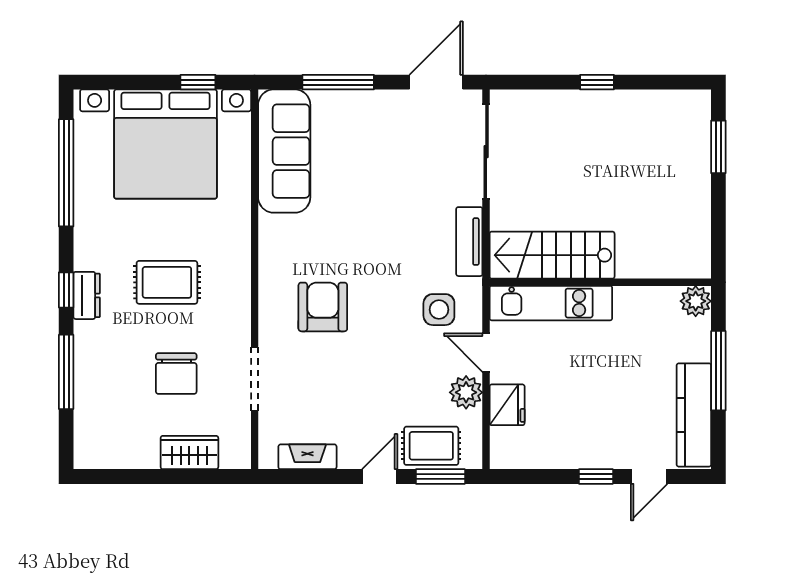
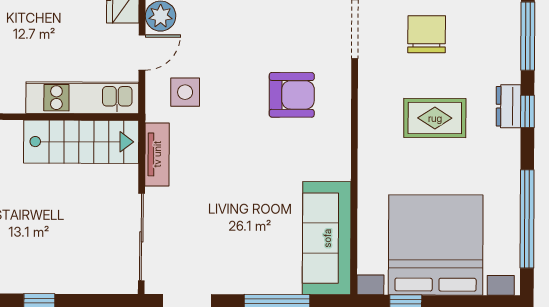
armchair: (323, 307) -> (292, 95), turned -90
door: (486, 353) -> (142, 52), hinge flipped

